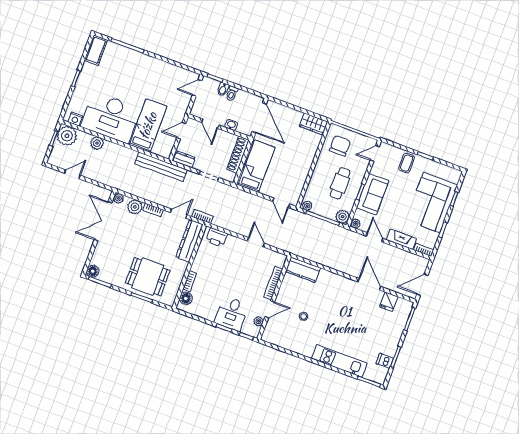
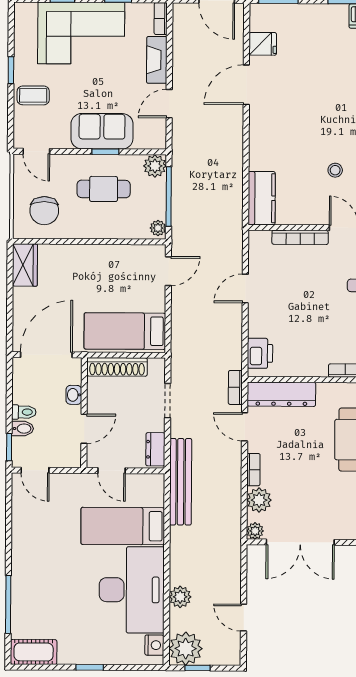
chair: (340, 146) -> (44, 211), turned -90
plant: (356, 224) -> (158, 141), removed

